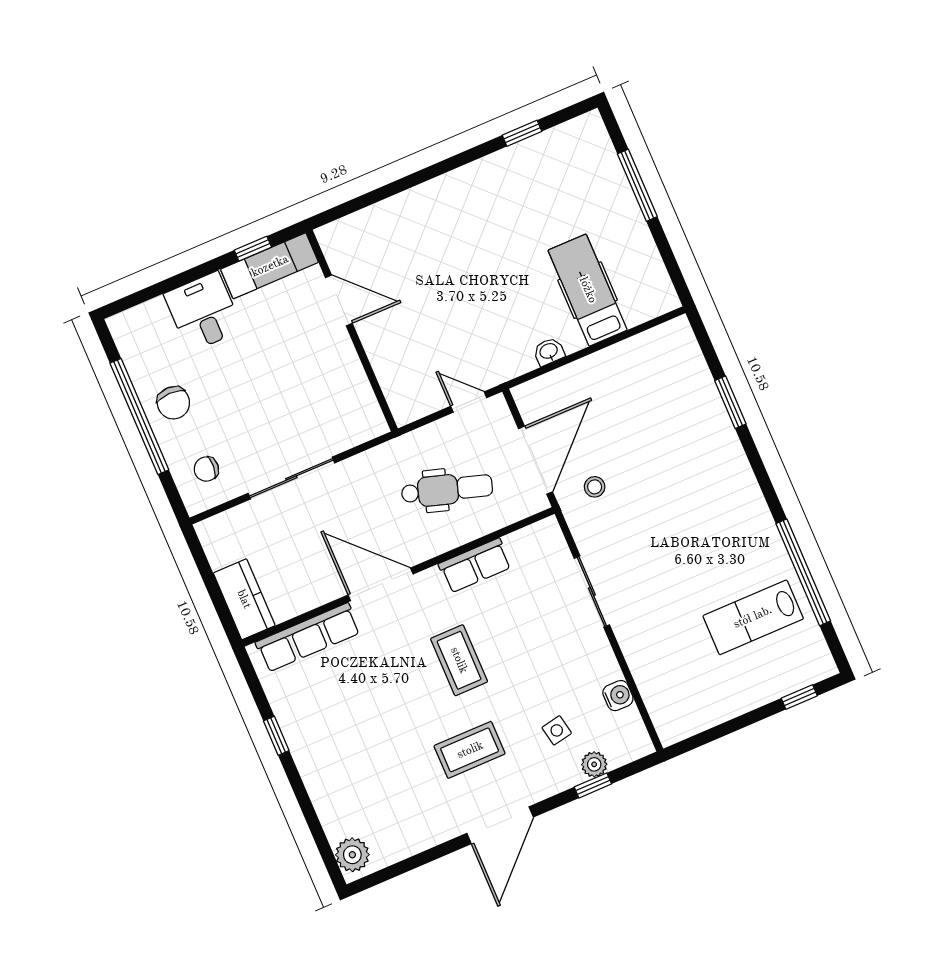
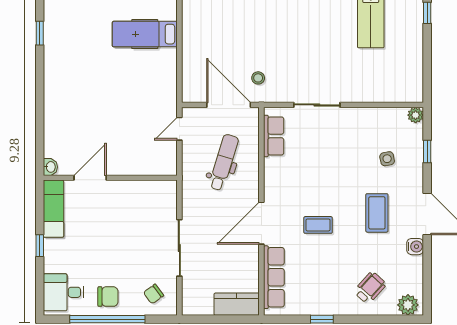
window: (253, 249) -> (40, 246), moved
desk: (203, 312) -> (64, 292), moved
washbasin: (549, 352) -> (50, 167), moved, turned 180
chair: (206, 469) -> (154, 294), turned 50
row of seats: (475, 566) -> (274, 136), moved
coffee table: (459, 660) -> (318, 225), moved, width x0.73, depth x0.77
water cooler: (618, 696) -> (415, 247), moved, turned 90
plant: (594, 764) -> (416, 115), moved
wheelchair: (354, 787) -> (370, 288), added

